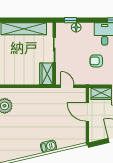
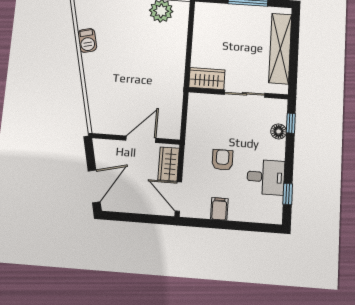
door: (67, 86) -> (185, 110), removed
barbecue: (49, 146) -> (87, 40), moved

